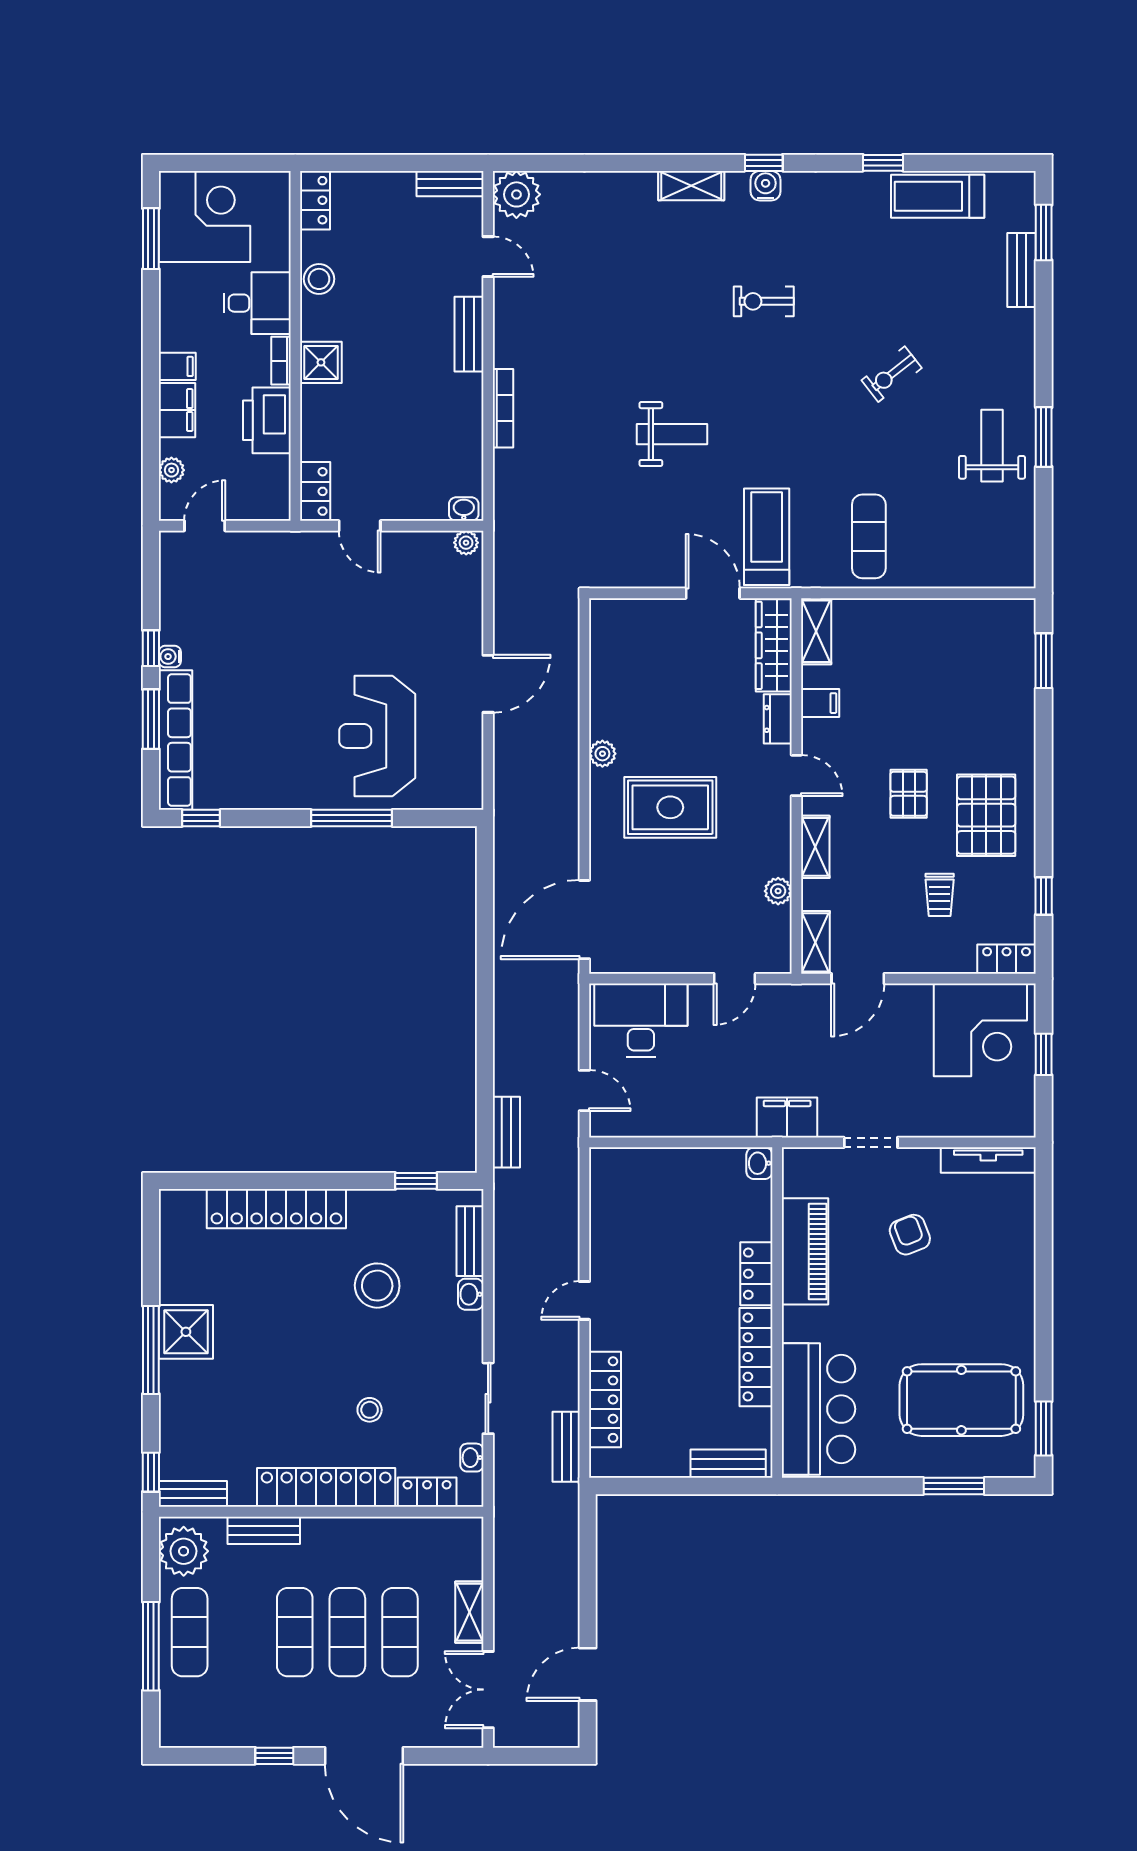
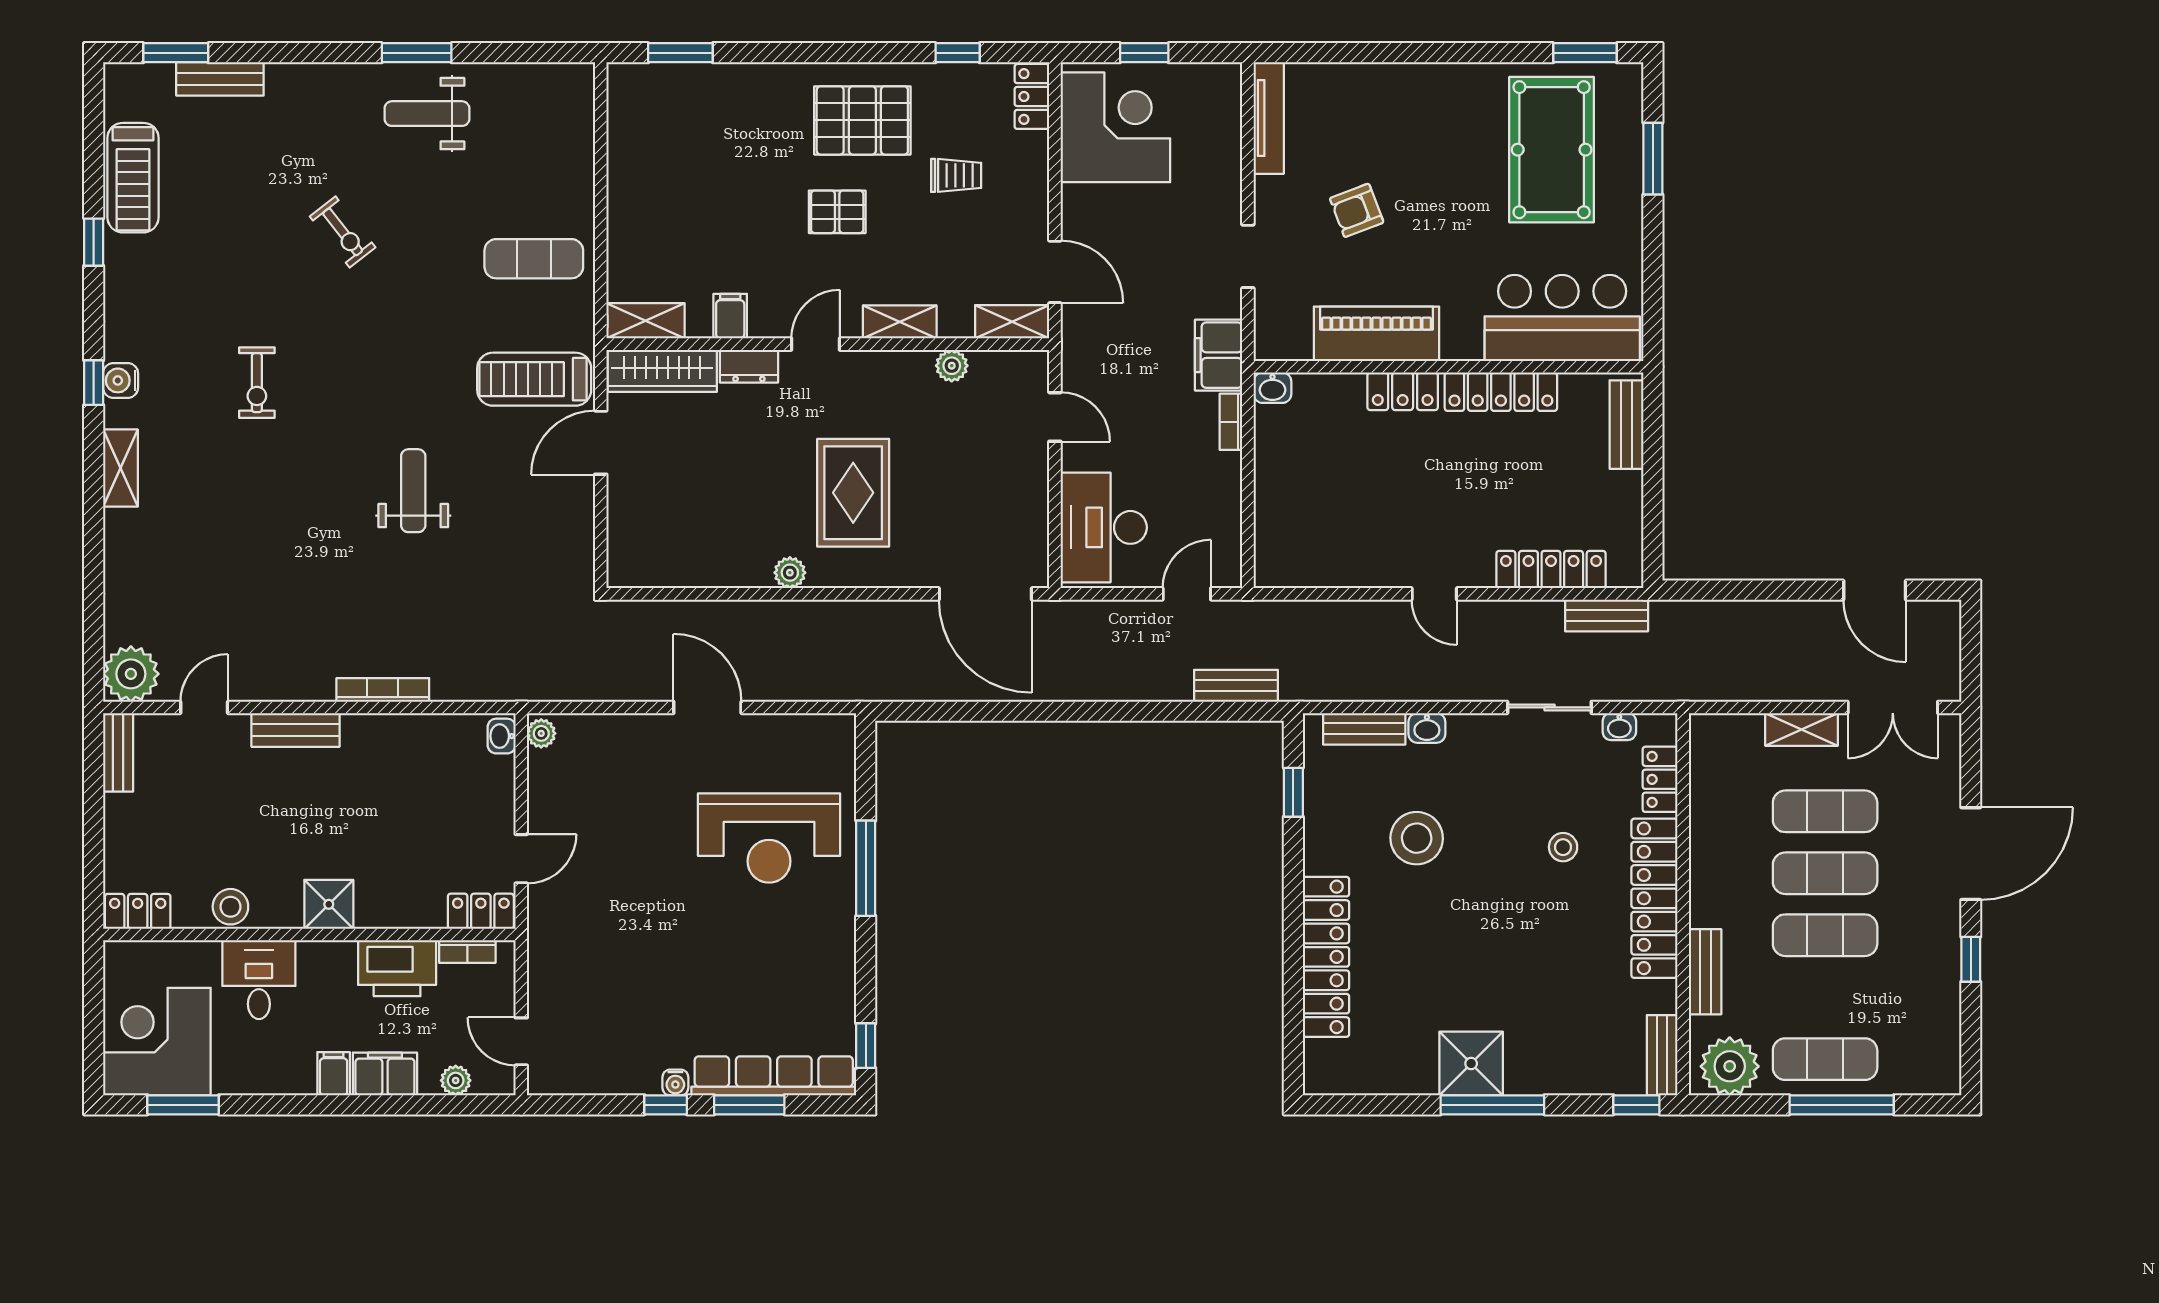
bookcase: (281, 361) -> (467, 951), moved
bookcase: (730, 1128) -> (1231, 422), added

